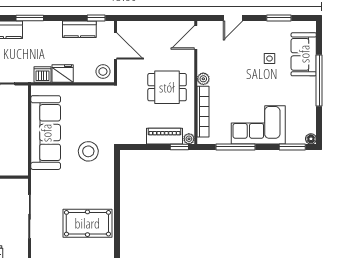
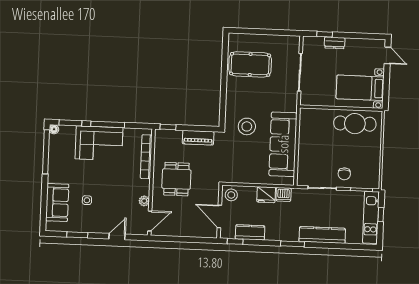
plant: (203, 79) -> (144, 201), moved
window: (319, 81) -> (46, 152), moved
dining table: (167, 87) -> (176, 179), turned 90
piano: (165, 136) -> (198, 138), moved
plant: (189, 139) -> (159, 134), removed
window: (235, 147) -> (108, 124), moved

